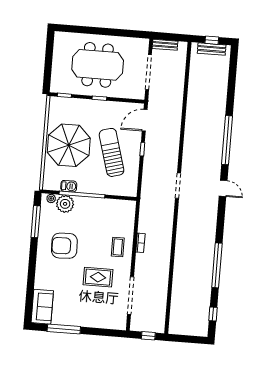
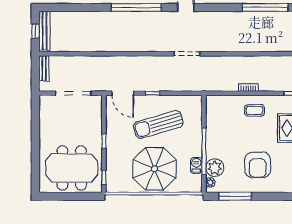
bench: (165, 45) -> (44, 68), moved
bench: (212, 49) -> (45, 31), width x1.36
meeting table: (98, 65) -> (72, 168), moved, turned 90

